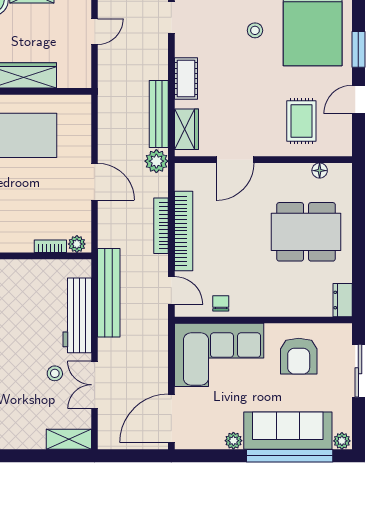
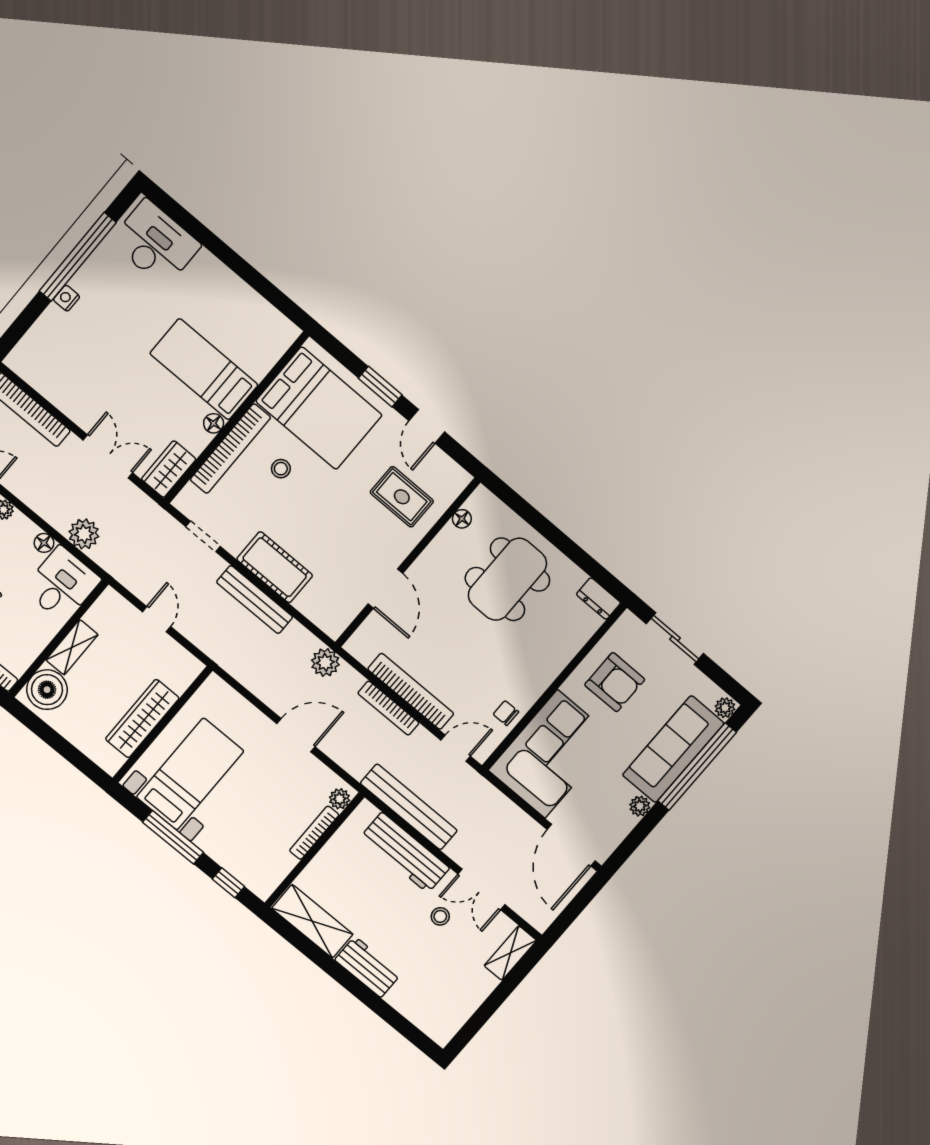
cot: (186, 78) -> (275, 567), width x1.37, depth x1.34
bench: (159, 114) -> (255, 600), moved
wardrobe: (186, 129) -> (319, 610), removed
bookcase: (50, 246) -> (314, 833), width x1.56

